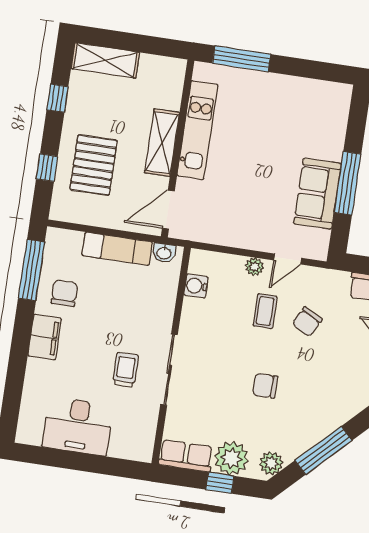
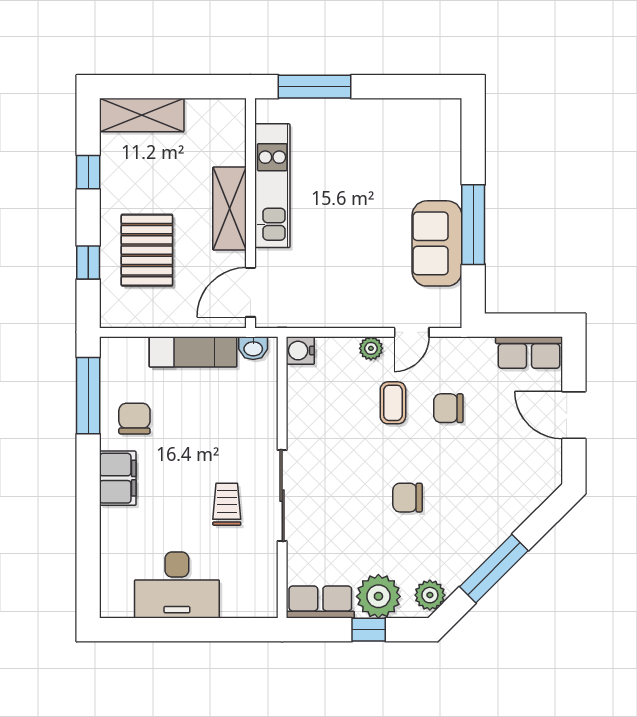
water cooler: (196, 286) -> (300, 351), moved
chair: (307, 322) -> (448, 408), turned 62

